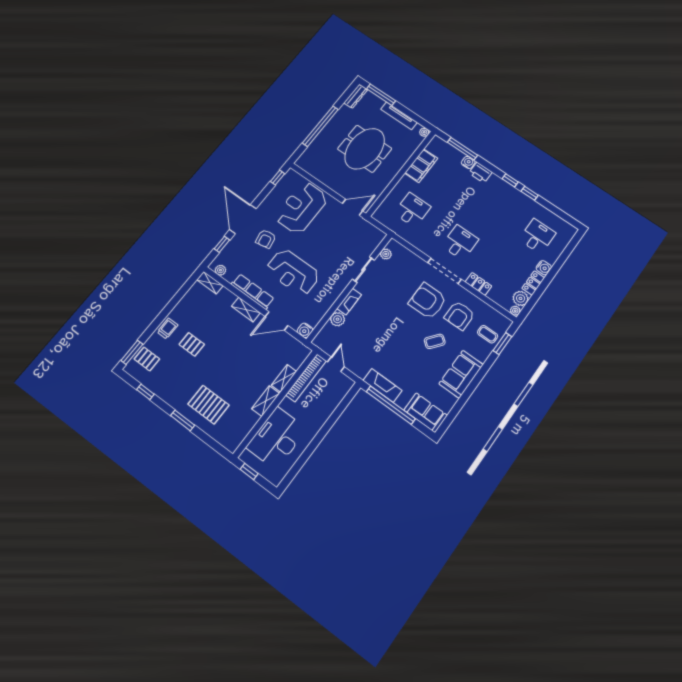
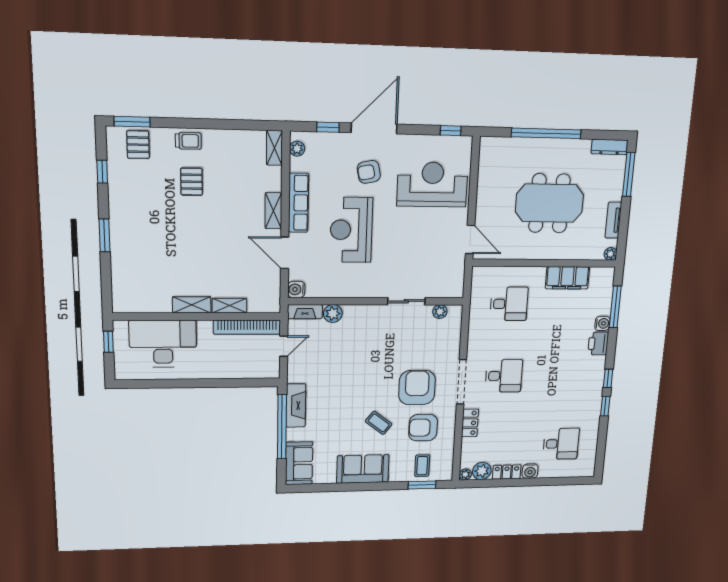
tv unit: (399, 116) -> (613, 220), width x0.71
fireplace: (349, 302) -> (305, 312), moved
pallet: (208, 405) -> (142, 249), removed

